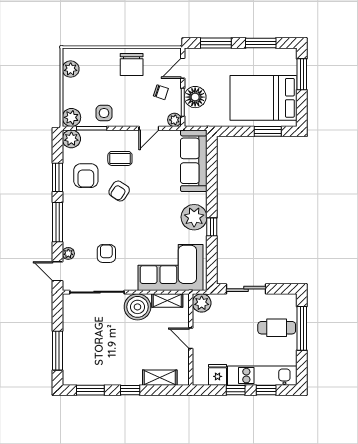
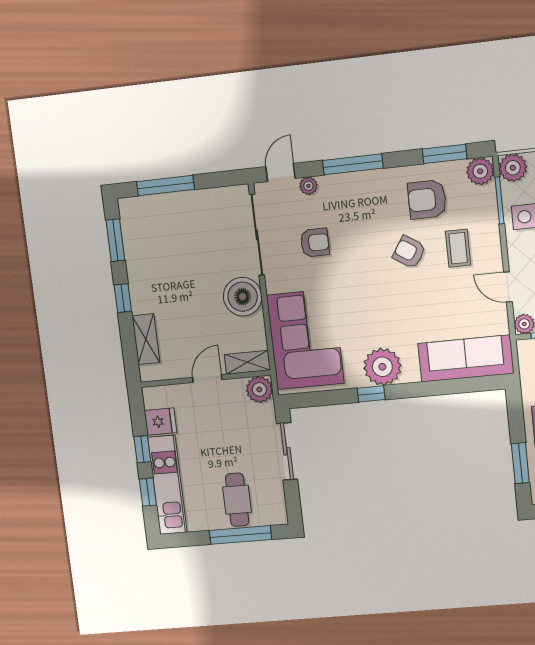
window: (57, 177) -> (445, 154), moved
shelving: (167, 301) -> (247, 362), moved, turned 90

